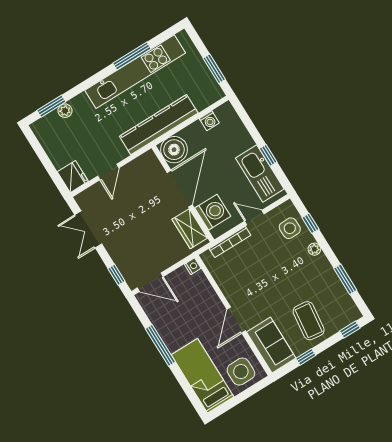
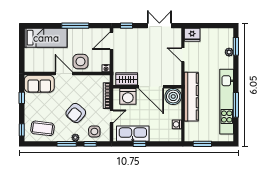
armchair: (280, 270) -> (76, 113), added
window: (345, 279) -> (67, 144), moved
coffee table: (309, 321) -> (42, 128), moved
side table: (241, 372) -> (81, 62), moved

